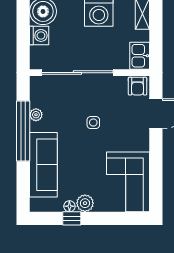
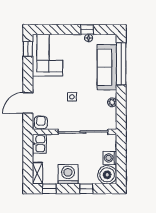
window: (23, 131) -> (121, 64), moved
window: (156, 191) -> (28, 49), added
plant: (85, 203) -> (78, 40), removed

